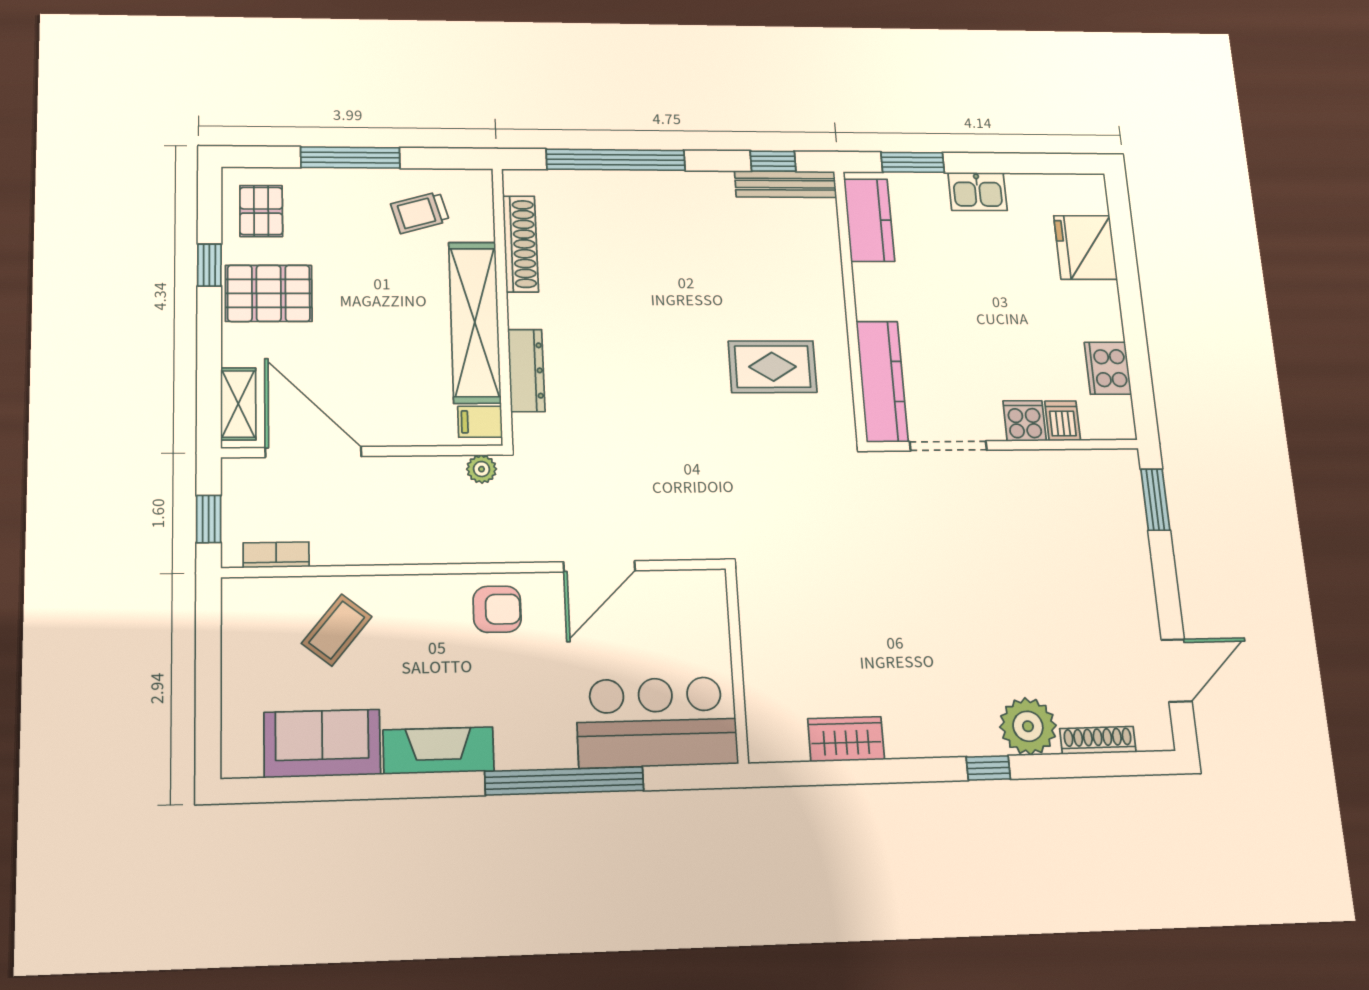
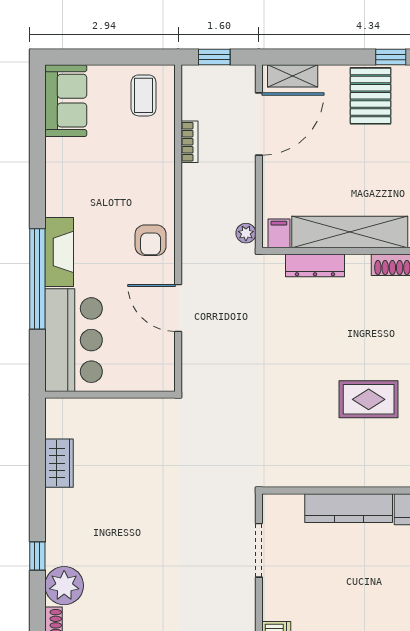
rug: (773, 367) -> (369, 399), moved, turned 90
kitchen counter: (882, 381) -> (349, 508), moved
cooker: (1025, 421) -> (277, 606), removed
bookcase: (276, 555) -> (190, 142), moved
coffee table: (337, 630) -> (144, 95), moved, turned 51
sofa: (322, 743) -> (66, 101), moved
fireplace: (439, 751) -> (59, 252), moved

